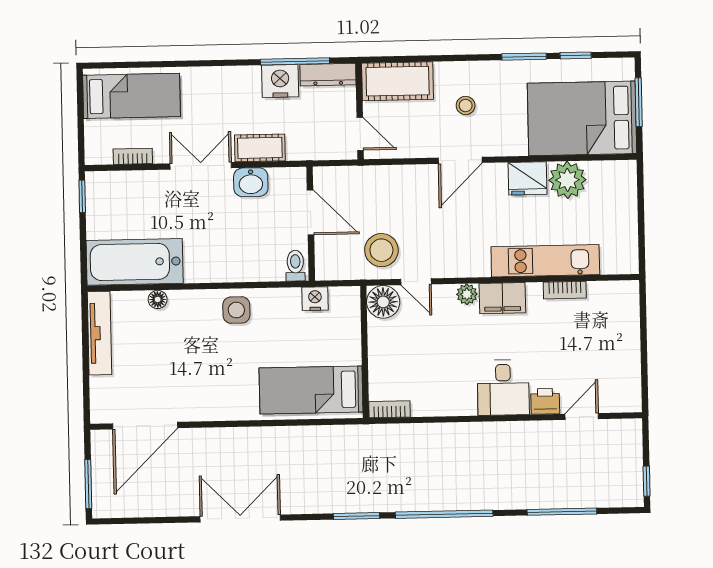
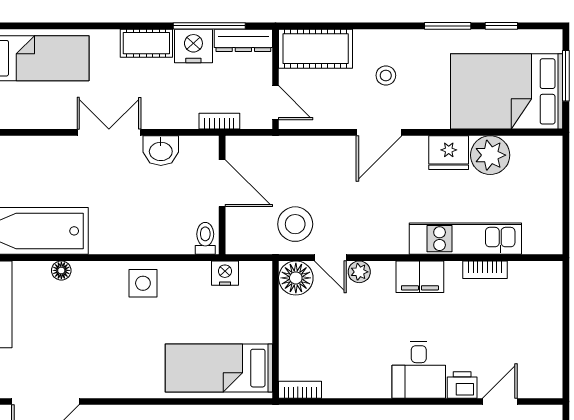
cot: (260, 148) -> (146, 43), moved
bookcase: (133, 156) -> (219, 121), moved
plant: (467, 294) -> (359, 272), moved

